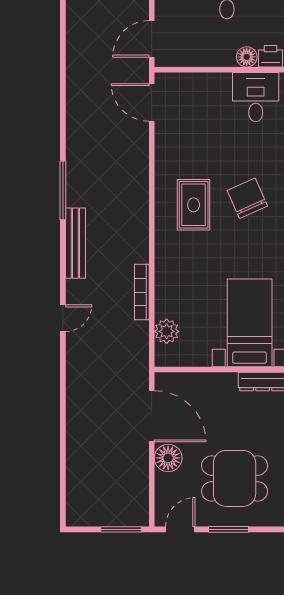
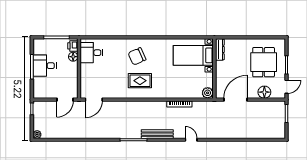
door: (152, 39) -> (65, 100), hinge flipped
plant: (167, 331) -> (208, 93), moved
floor lamp: (168, 458) -> (264, 92), moved
door: (180, 529) -> (287, 87), swing flipped

